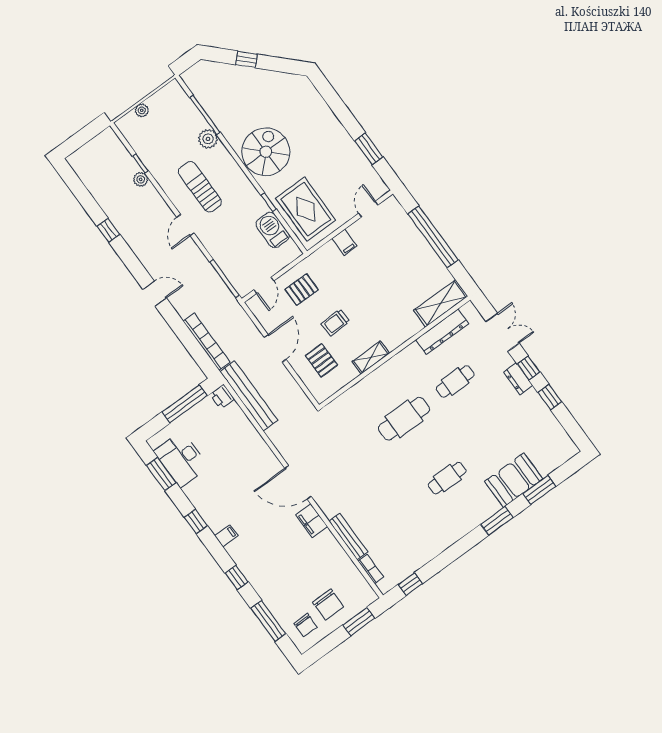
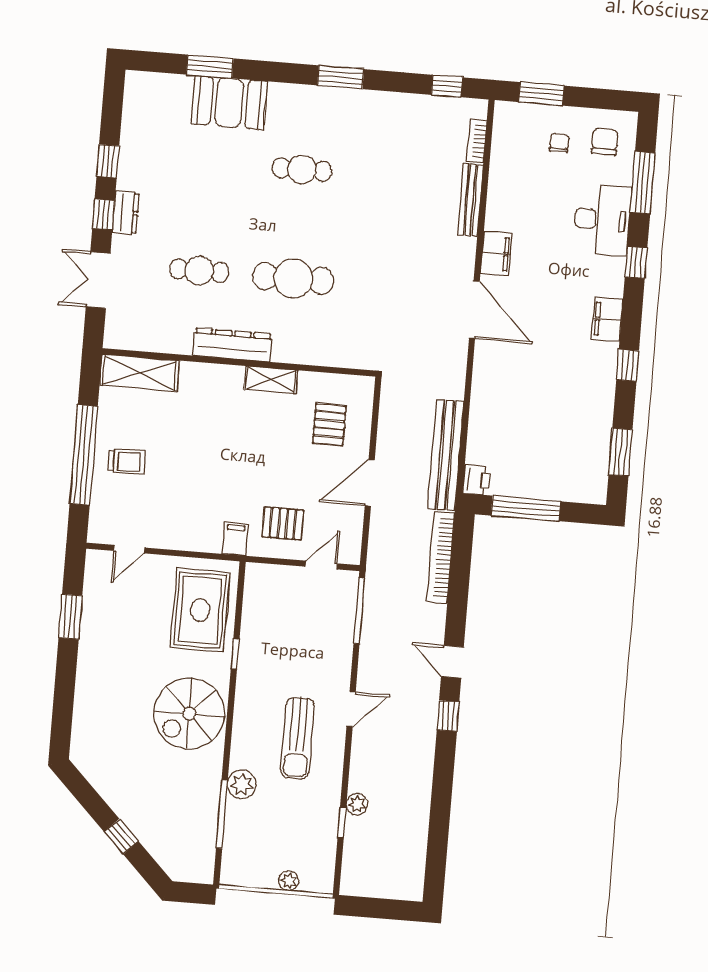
window: (108, 230) -> (448, 716), moved
barbecue: (273, 230) -> (258, 619), removed
filing cabinet: (344, 242) -> (235, 539), moved
trolley: (335, 323) -> (127, 462), moved
dresser: (442, 332) -> (232, 345), moved
desk: (181, 459) -> (602, 220), moved
window: (497, 521) -> (341, 77), moved
filing cabinet: (226, 536) -> (607, 319), width x2.00
chair: (328, 604) -> (559, 143), width x0.54, depth x0.54

